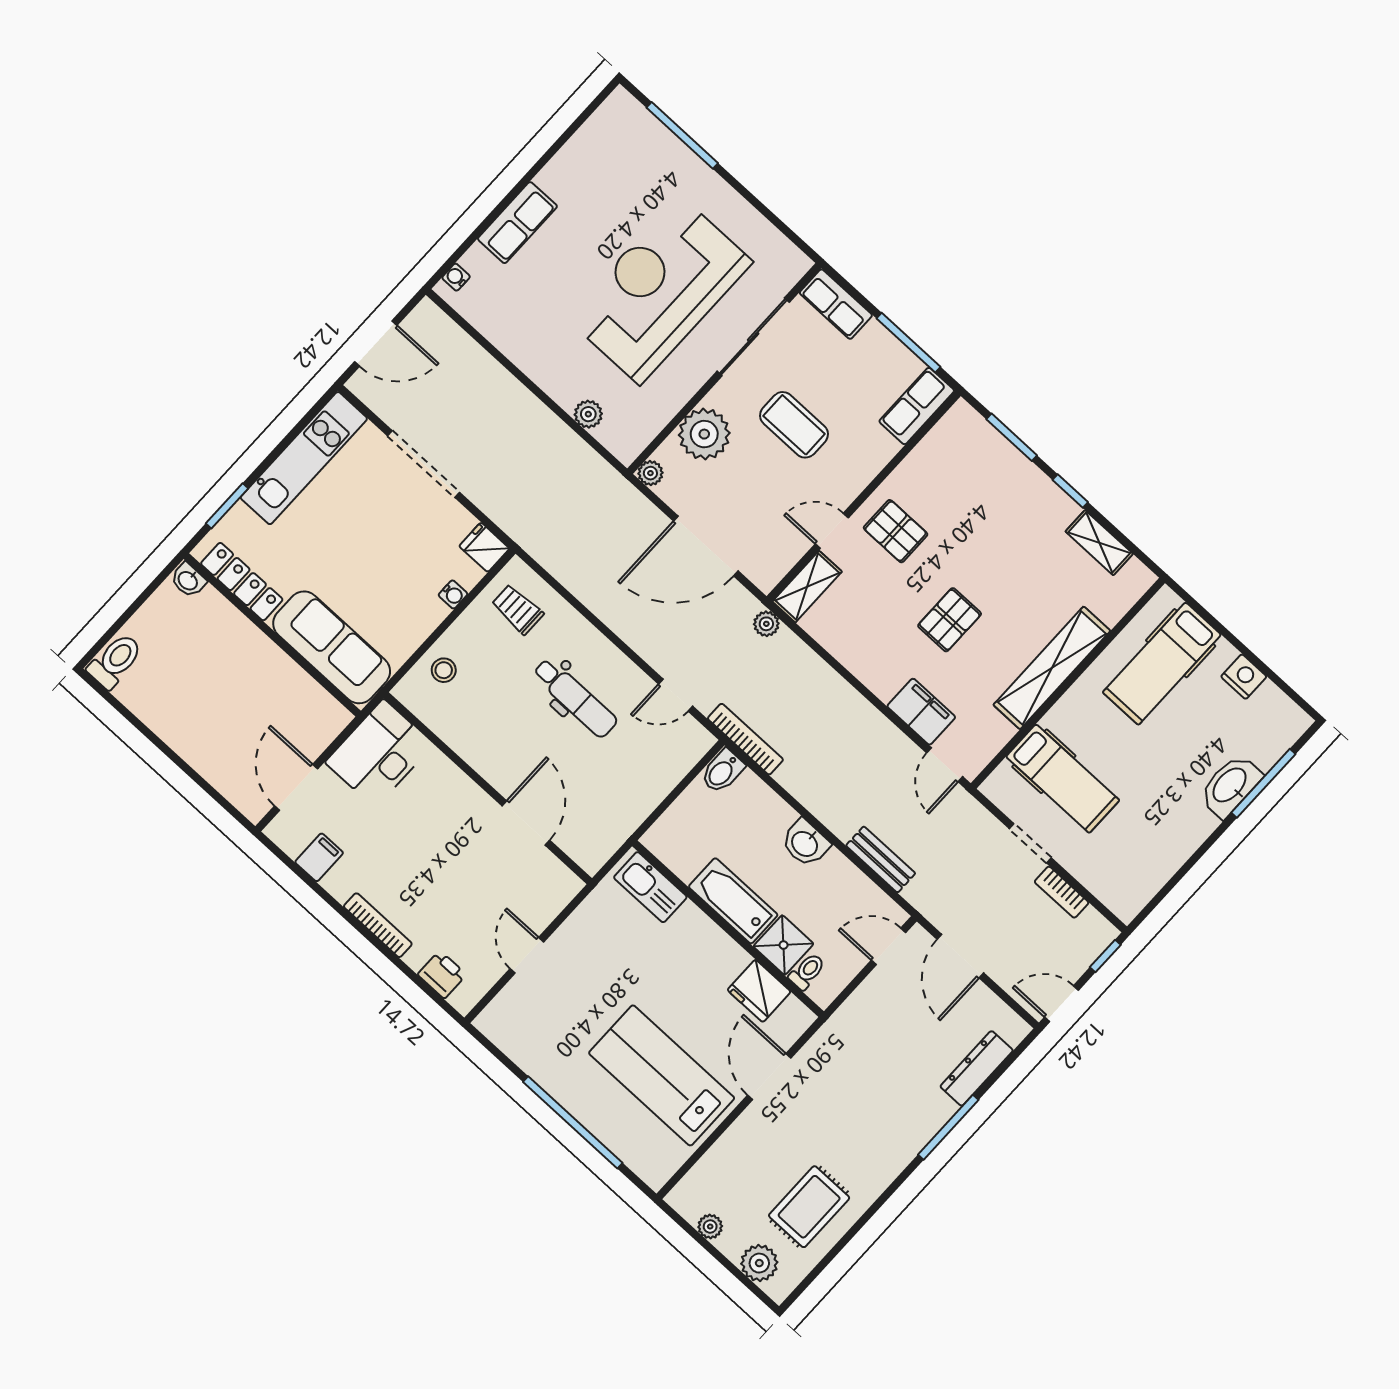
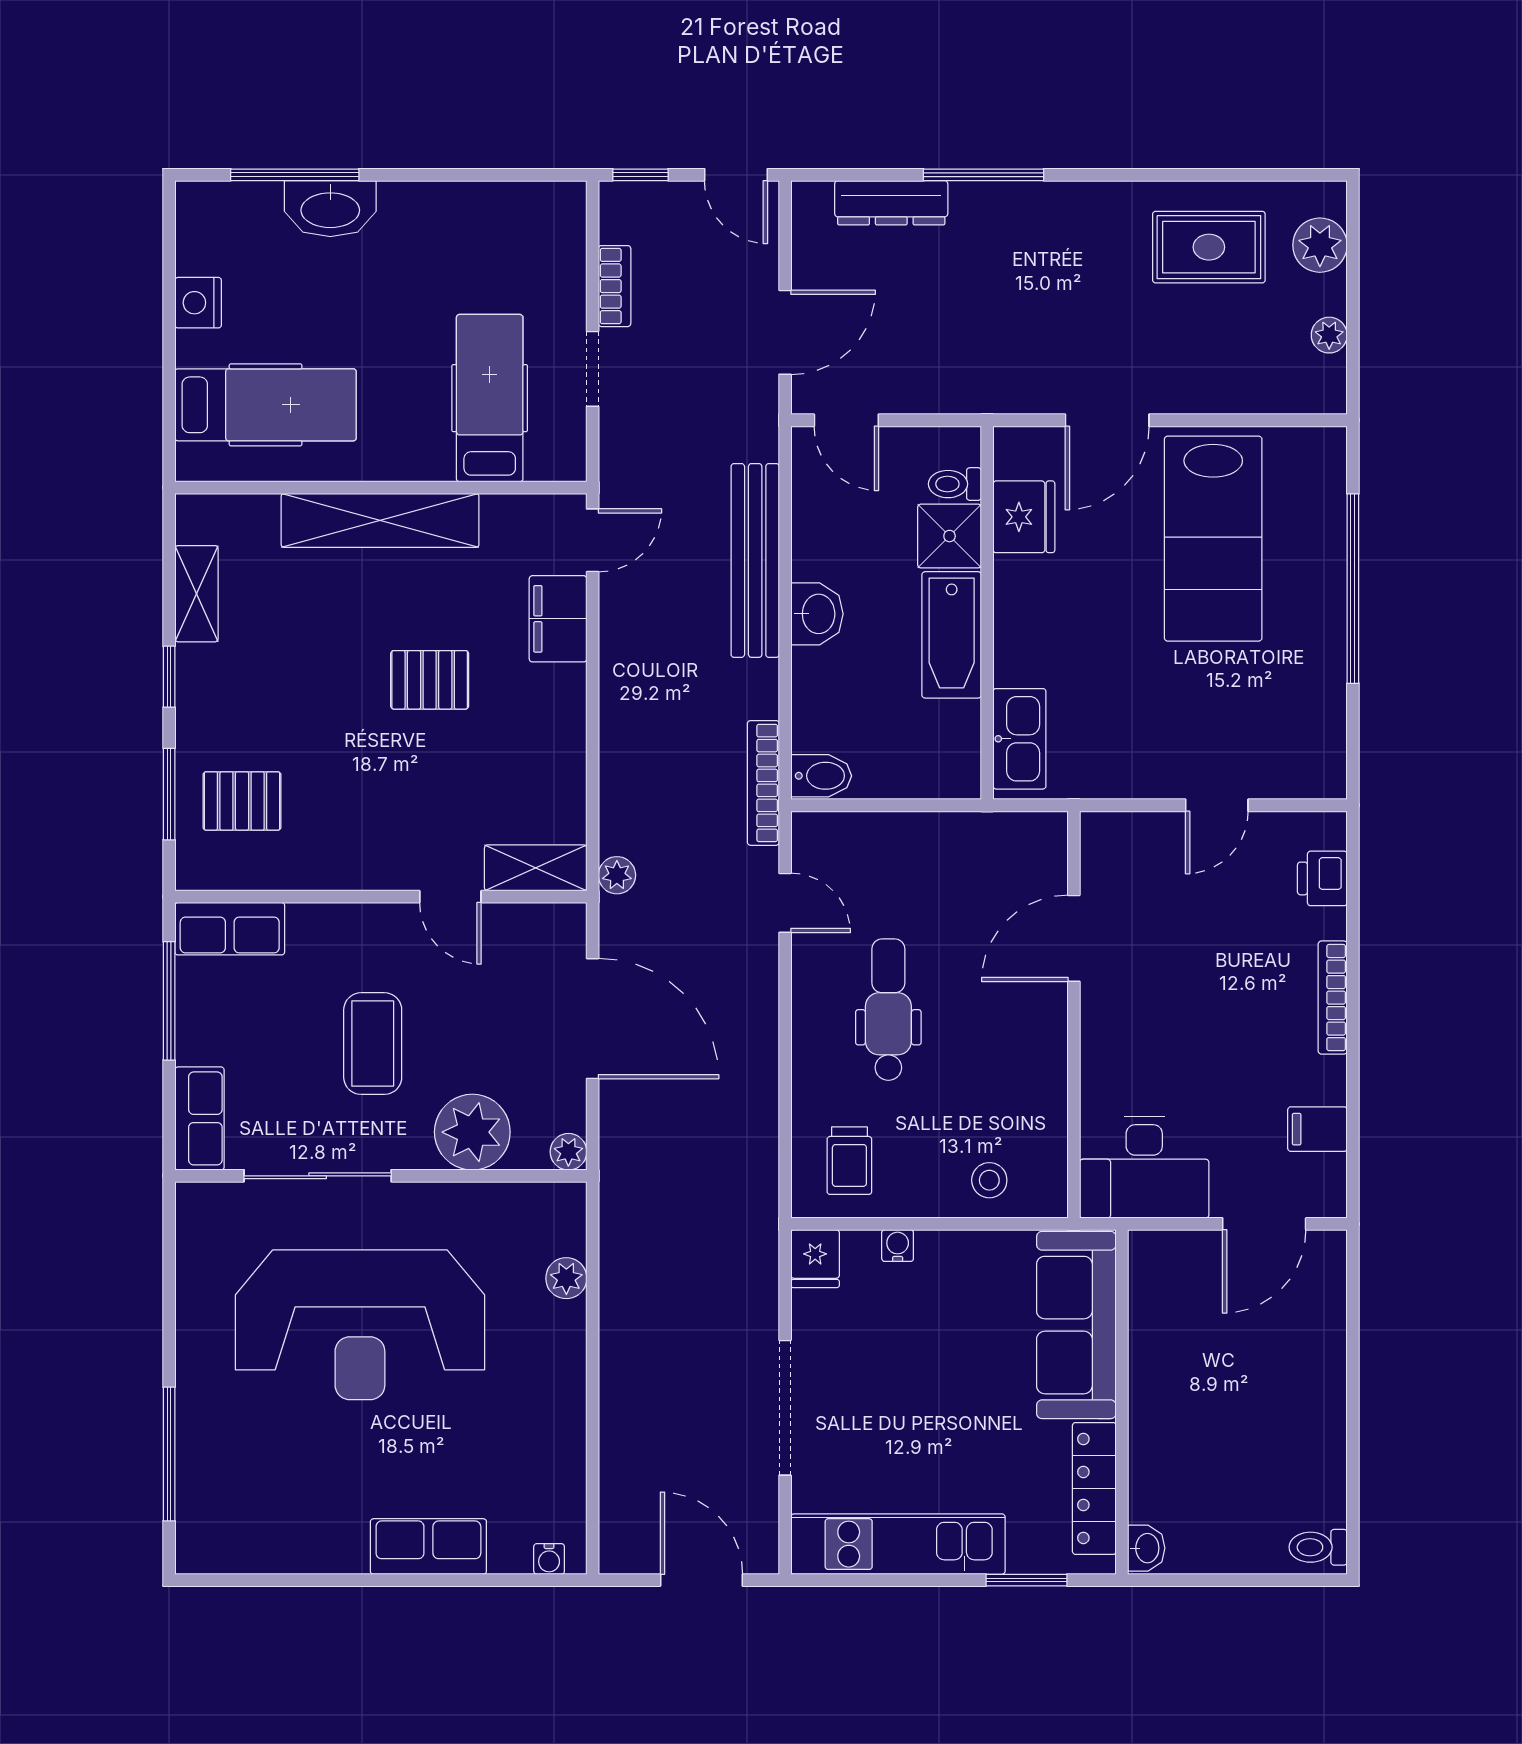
pallet: (896, 531) -> (242, 801), moved, turned 90
toilet: (115, 661) -> (1318, 1547), width x0.73, depth x0.72
bench: (881, 859) -> (755, 560), width x1.86, depth x1.21

